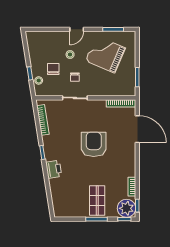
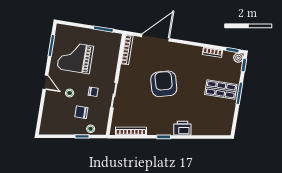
grand piano: (105, 54) -> (75, 57), turned 67
armchair: (94, 144) -> (164, 84), turned 75
plant: (127, 208) -> (238, 58), width x0.53, depth x0.53

